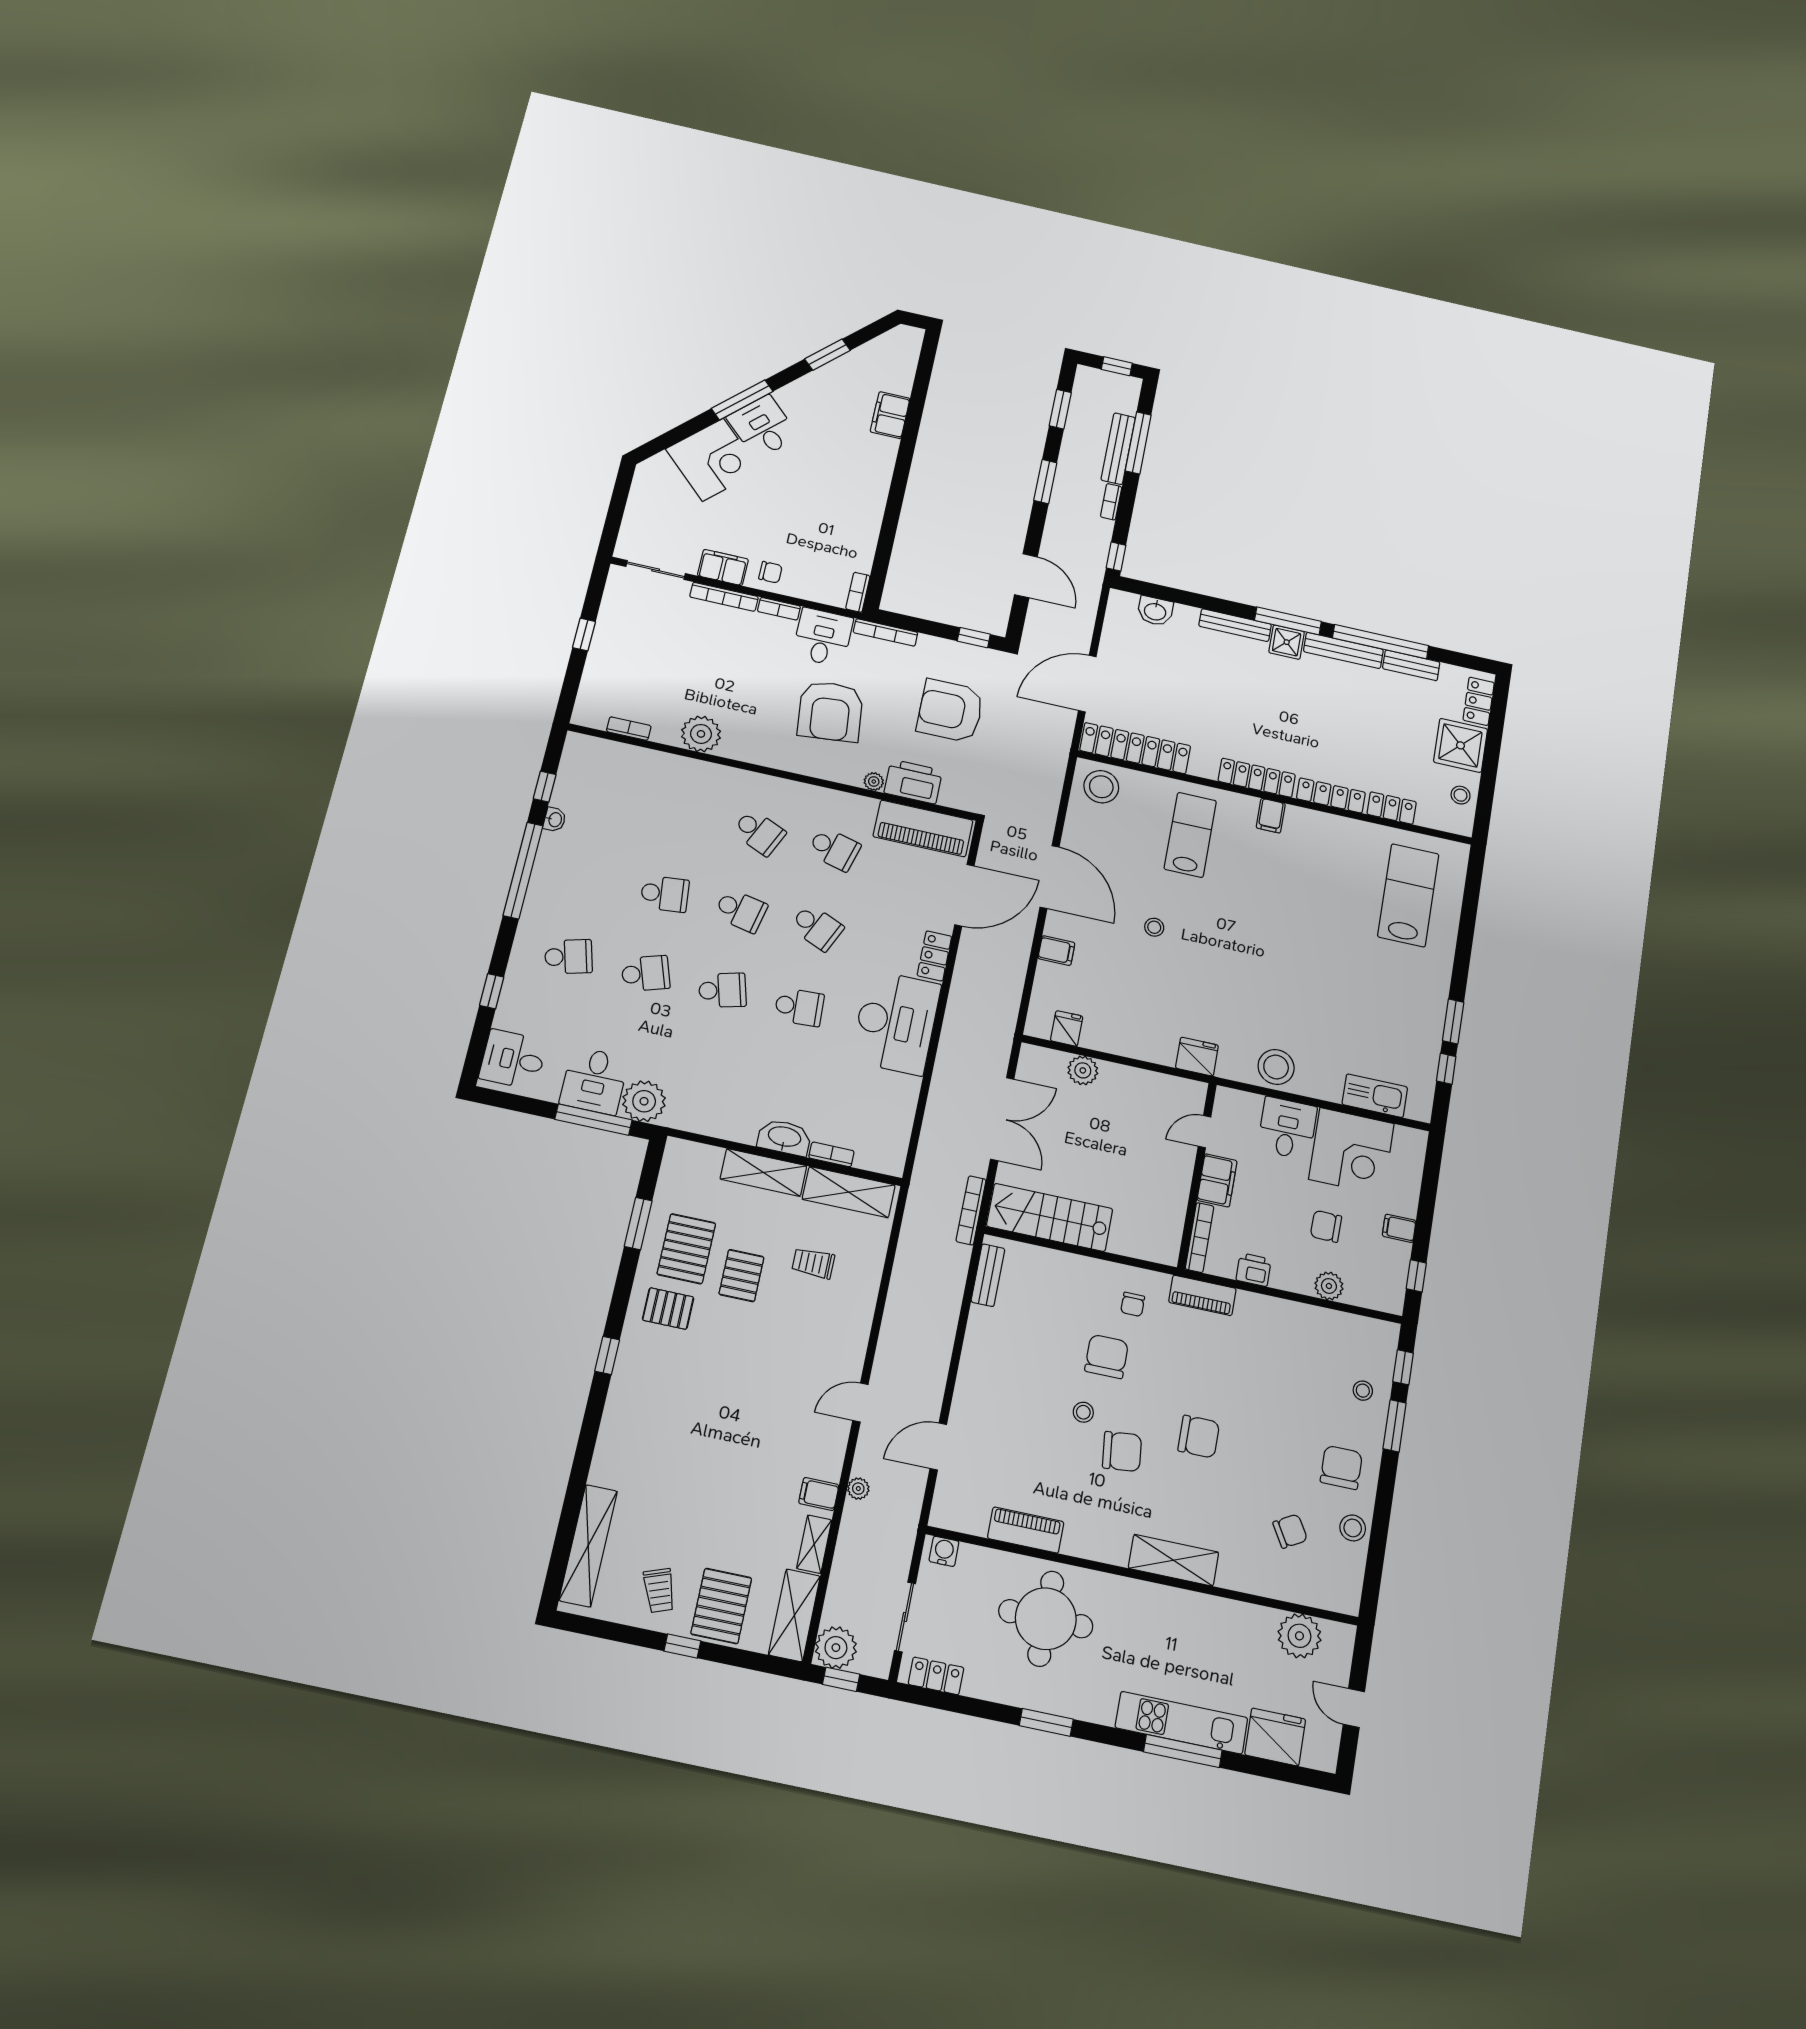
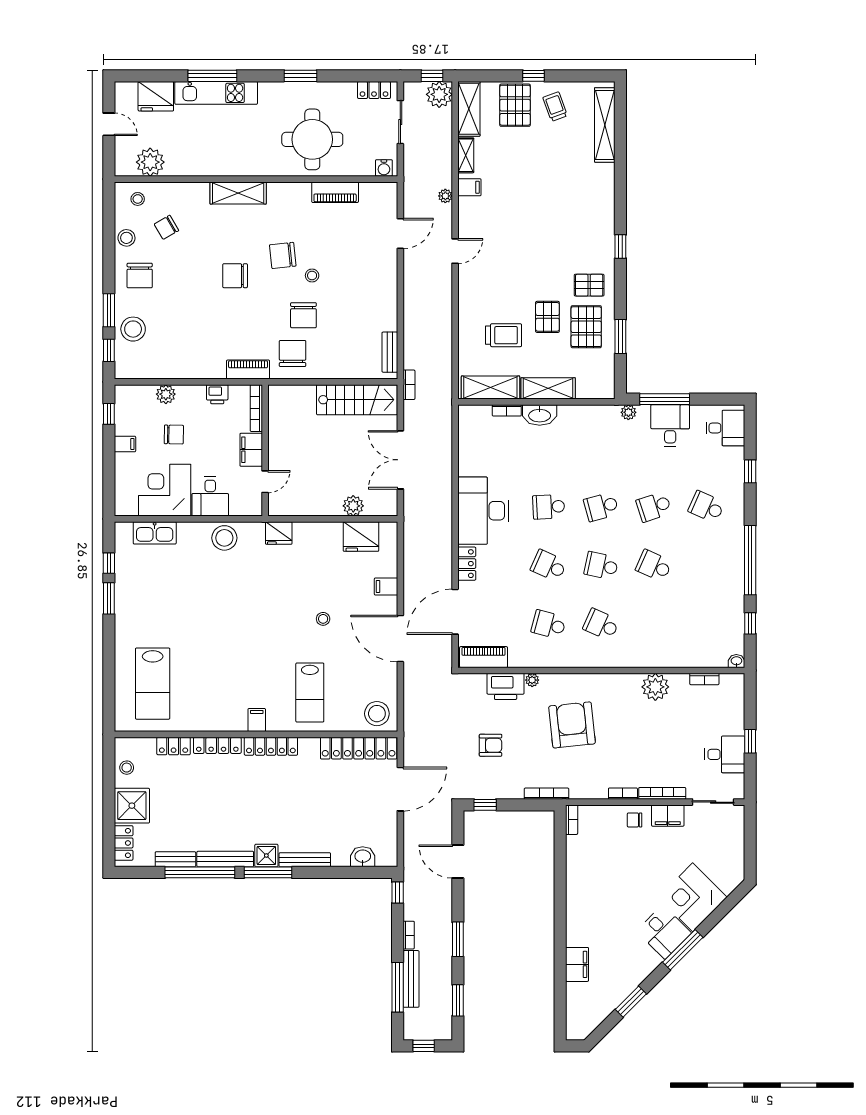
desk: (823, 637) -> (725, 754), moved, turned -90
armchair: (950, 711) -> (491, 745), width x0.53, depth x0.53
washbasin: (555, 820) -> (736, 661), moved, turned 90
piano: (923, 828) -> (484, 657), width x0.73, depth x0.75
school desk: (665, 894) -> (654, 566), turned 30
school desk: (569, 957) -> (706, 507), turned 39
fridge: (1067, 1028) -> (361, 537), width x1.88, depth x1.34
plant: (644, 1101) -> (628, 412), width x0.53, depth x0.53
bookcase: (971, 1210) -> (409, 385), width x0.64
trolley: (813, 1263) -> (504, 335), width x1.36, depth x1.39
chair: (1133, 1304) -> (293, 353), width x1.87, depth x1.87
stool: (1363, 1391) -> (133, 329), width x1.89, depth x1.89
stool: (1327, 1583) -> (138, 199), added

